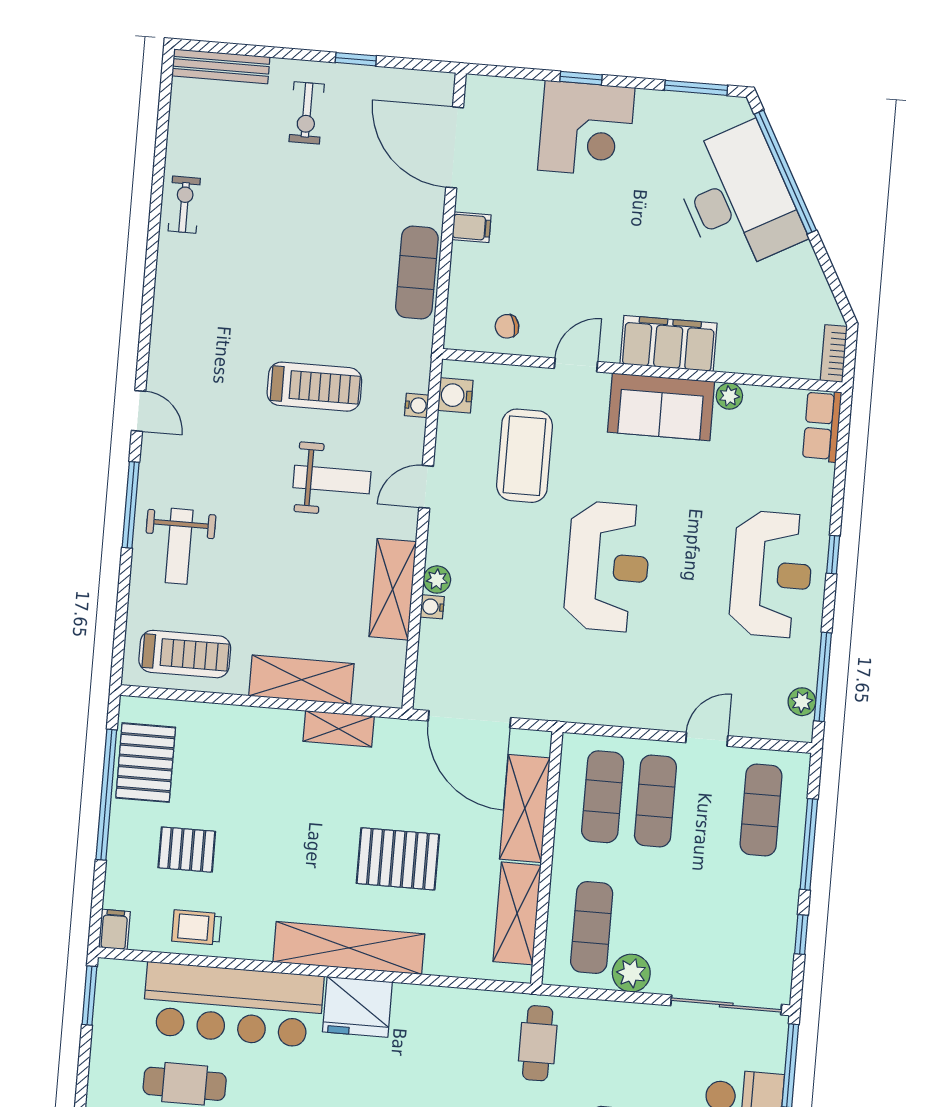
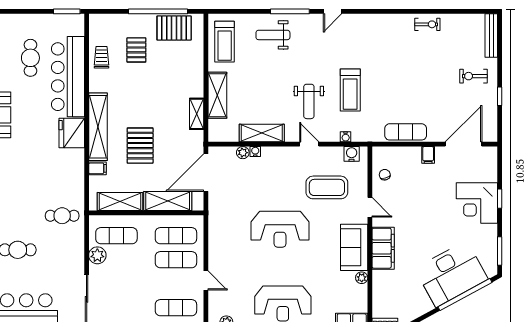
plant: (437, 580) -> (243, 153), moved
filing cabinet: (114, 929) -> (97, 168), moved

